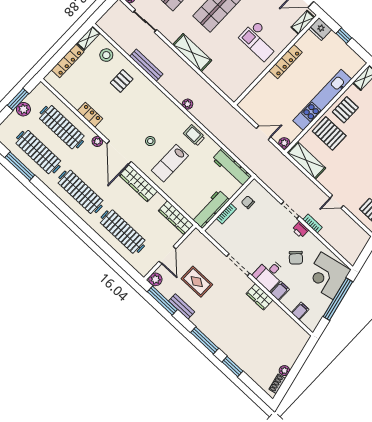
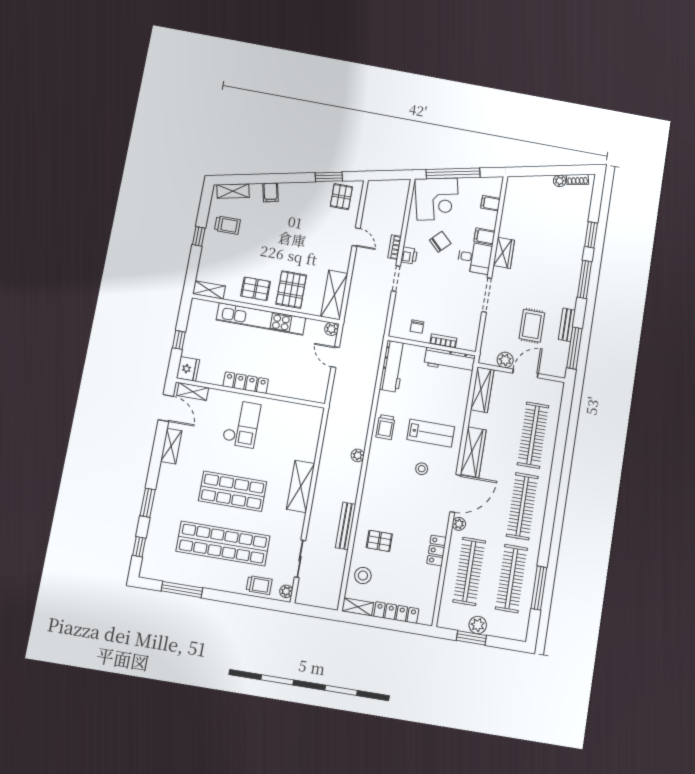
plant: (155, 279) -> (505, 360), moved

